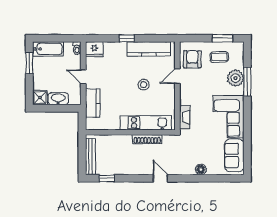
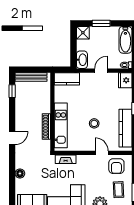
armchair: (192, 59) -> (116, 166), turned 90
window: (29, 63) -> (101, 23), moved
washbasin: (58, 99) -> (82, 60), moved
kitchen counter: (93, 103) -> (67, 79), moved

